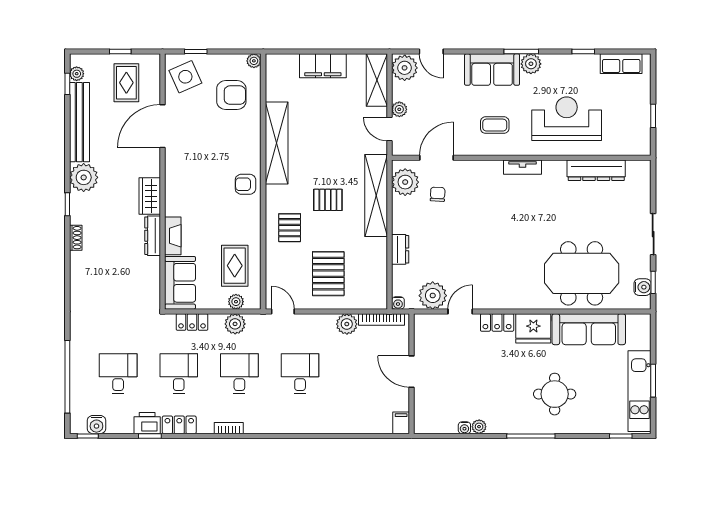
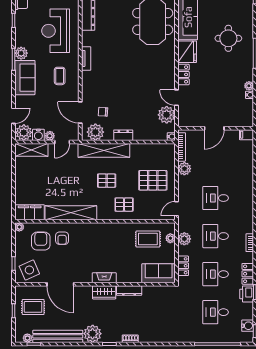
filing cabinet: (323, 66) -> (30, 212), moved, turned -90
water cooler: (401, 91) -> (38, 135), added
armchair: (245, 184) -> (62, 238), moved
pallet: (328, 200) -> (107, 181), turned 90
fireplace: (173, 236) -> (104, 278), moved
dresser: (400, 249) -> (123, 135), moved

